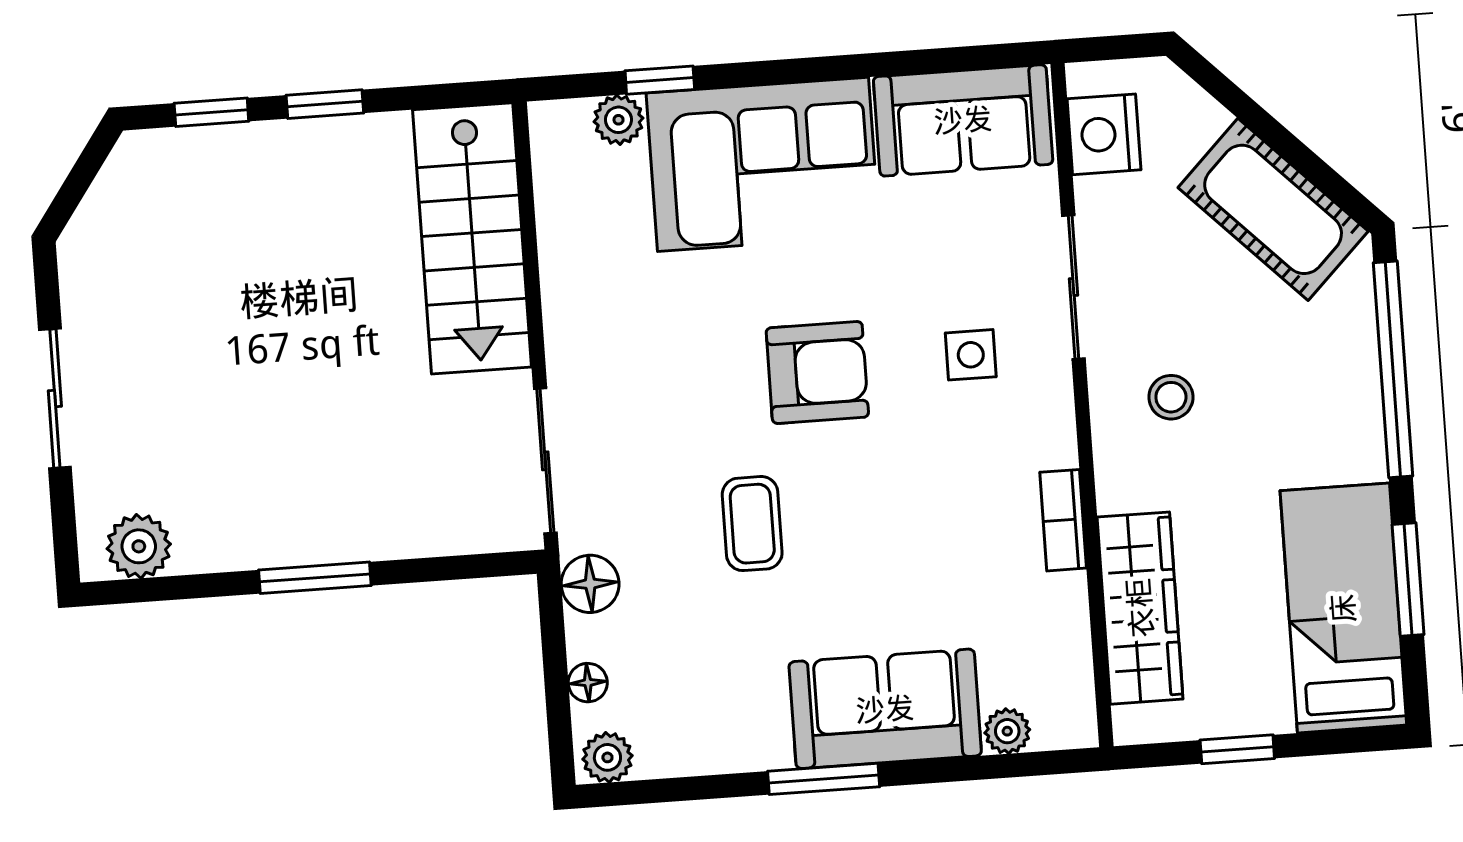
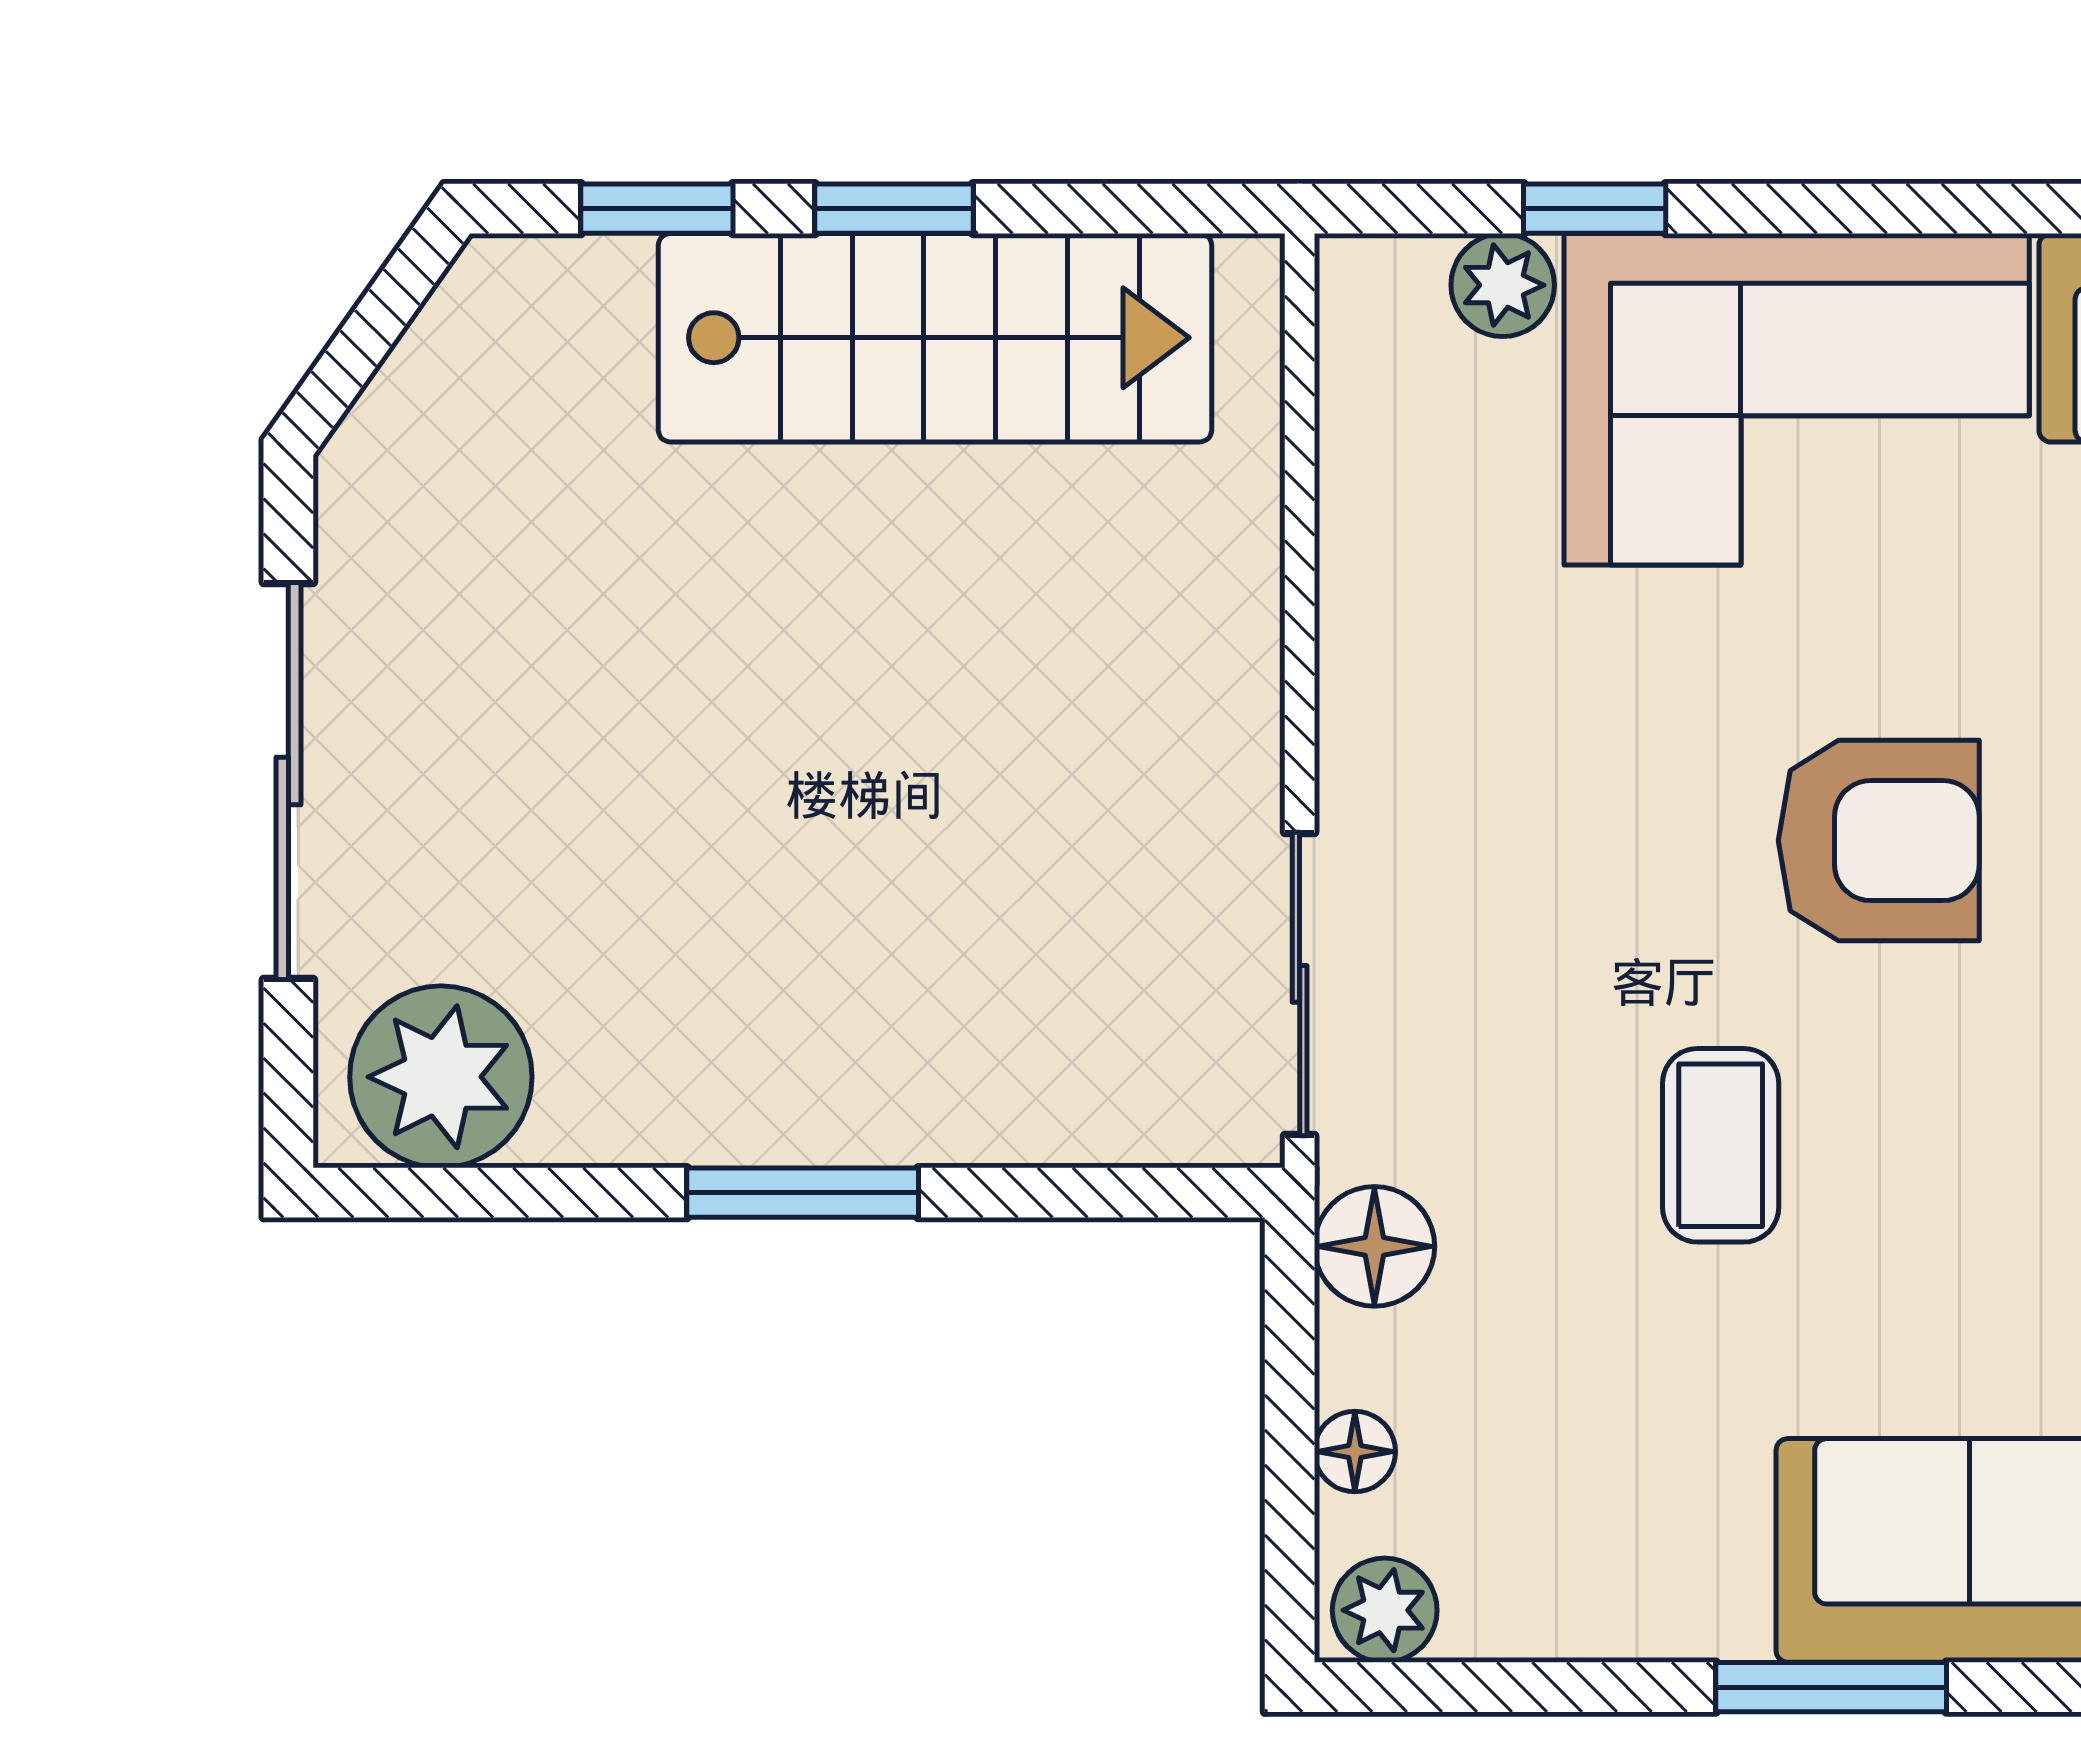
stairs: (472, 238) -> (935, 338), moved, turned -90
sliding door: (55, 399) -> (288, 781), width x1.37
plant: (139, 546) -> (441, 1077), width x1.36, depth x1.36

